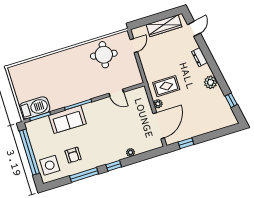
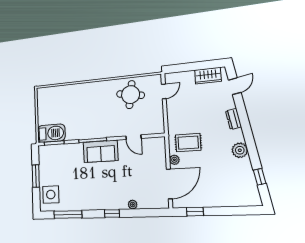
wardrobe: (164, 26) -> (208, 76), width x0.67
sofa: (67, 119) -> (101, 151), moved
window: (29, 152) -> (36, 176), width x0.47
armchair: (73, 155) -> (75, 191), removed
window: (84, 175) -> (68, 214), moved

